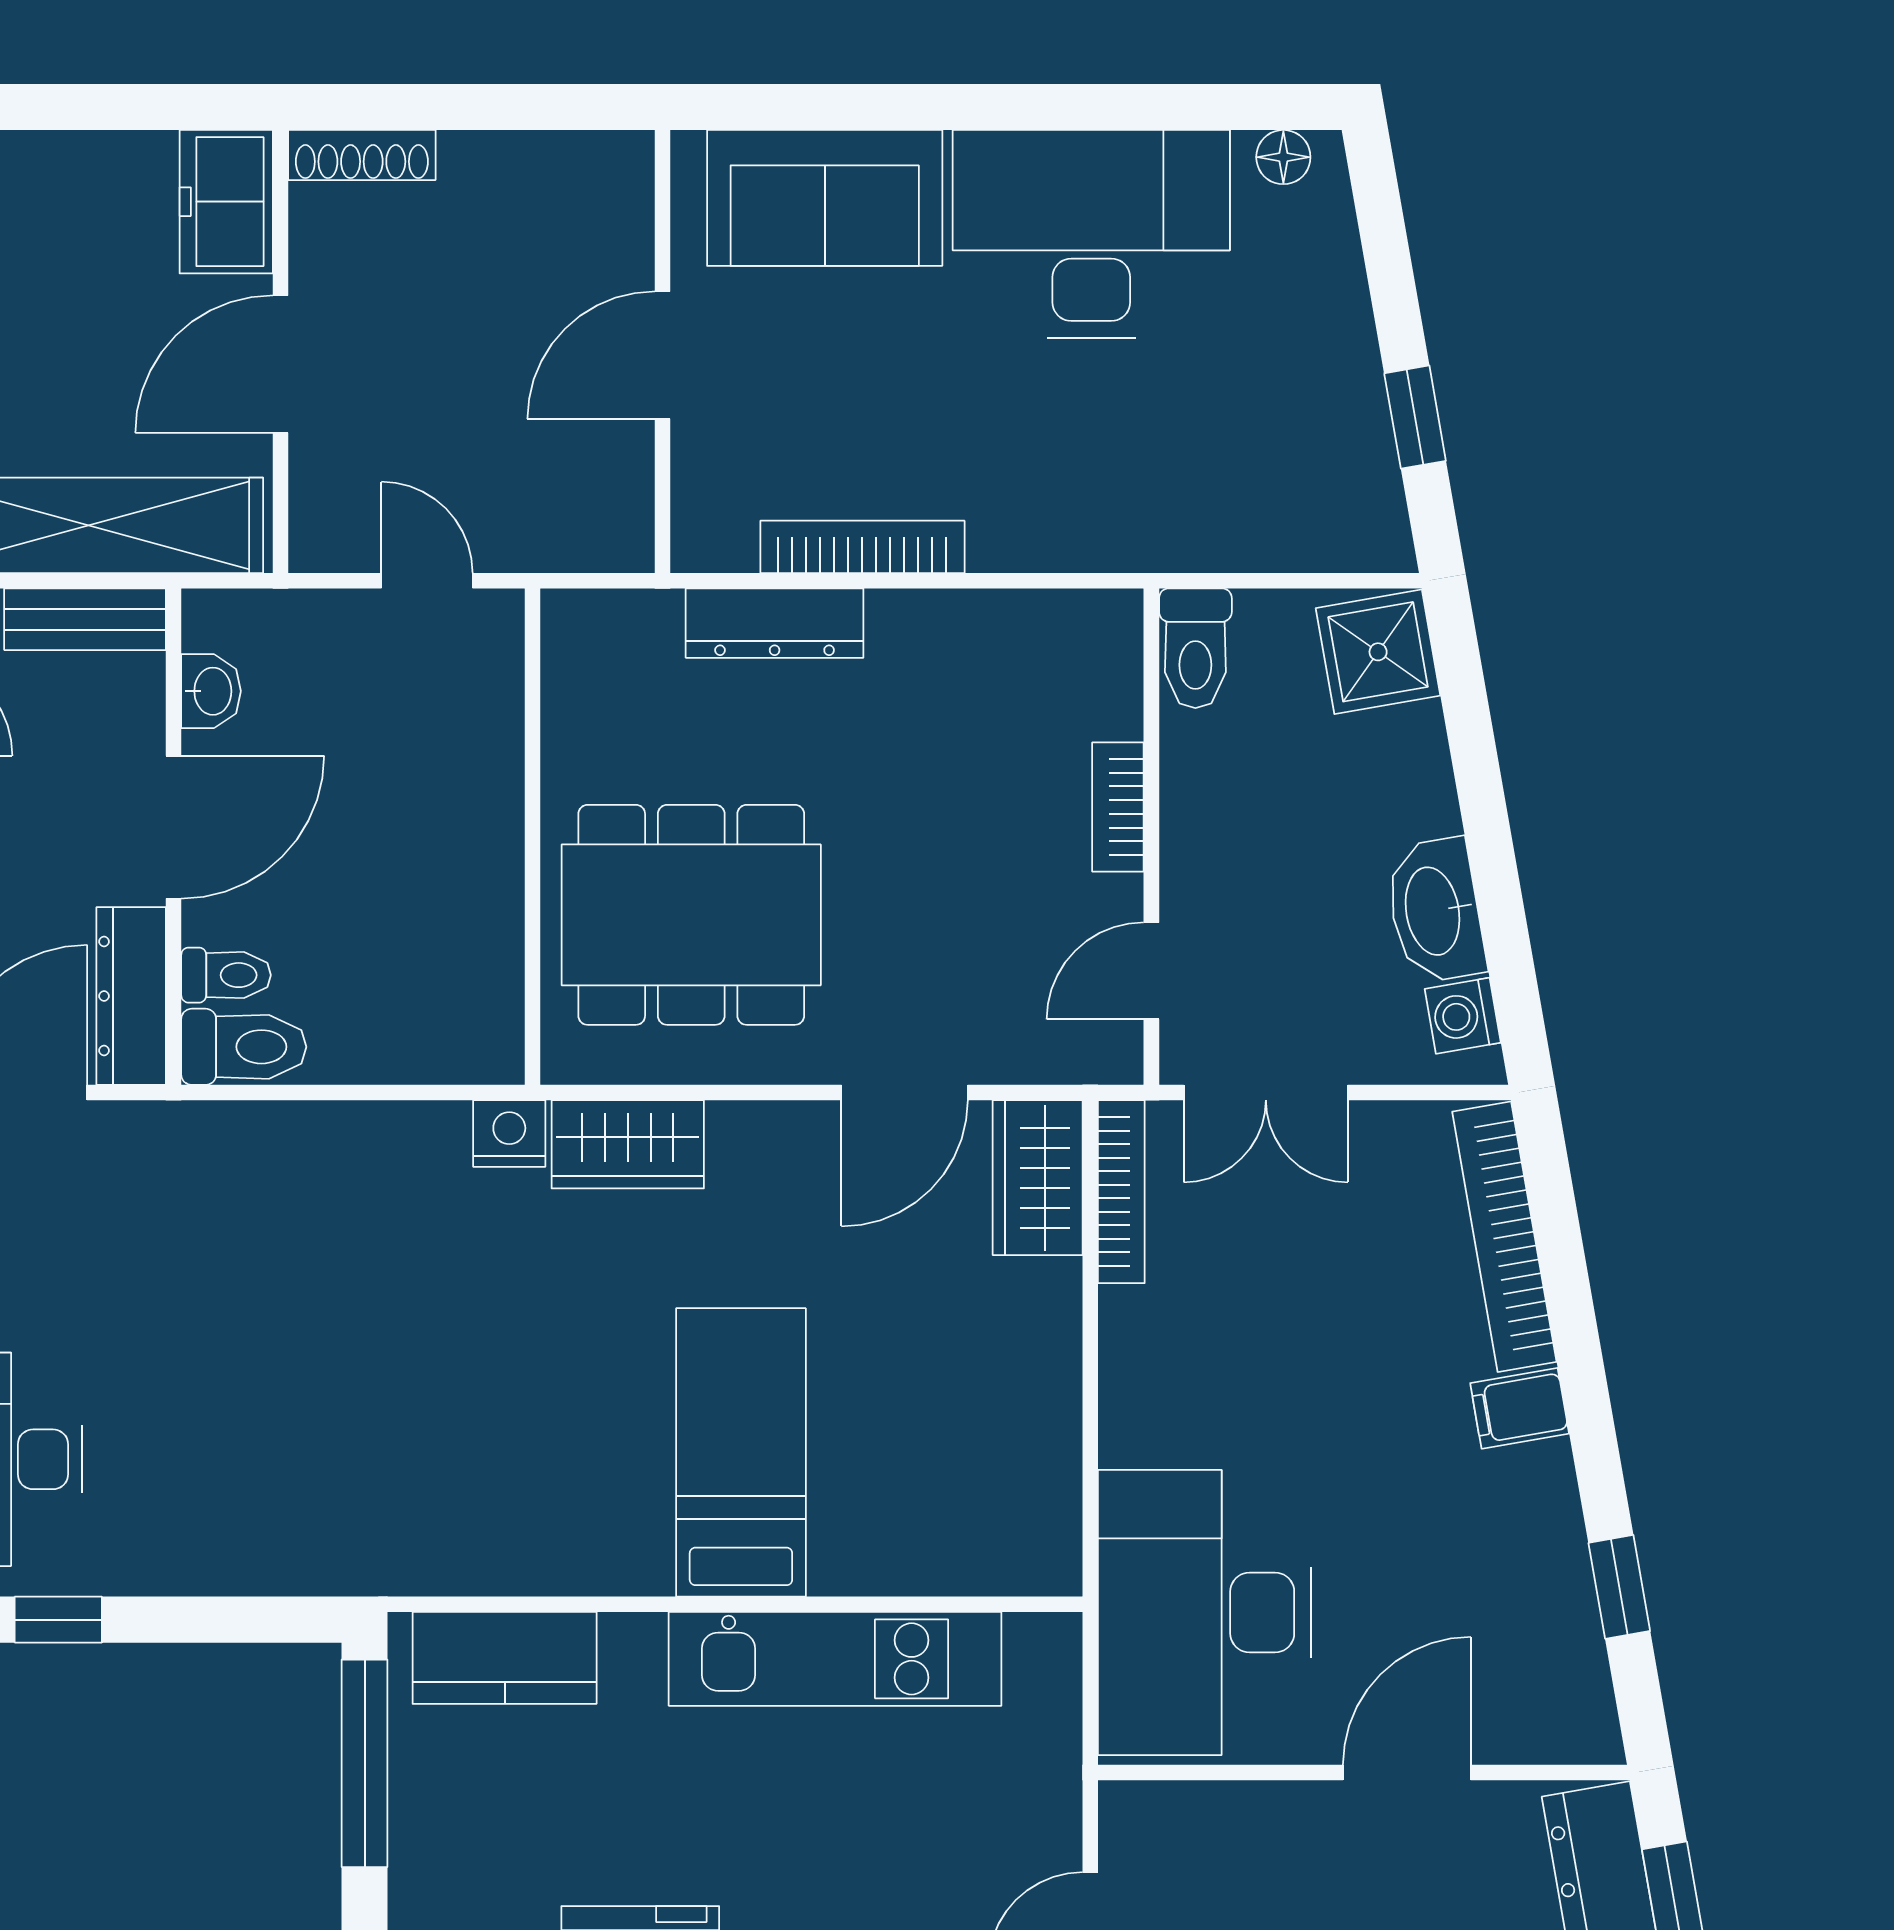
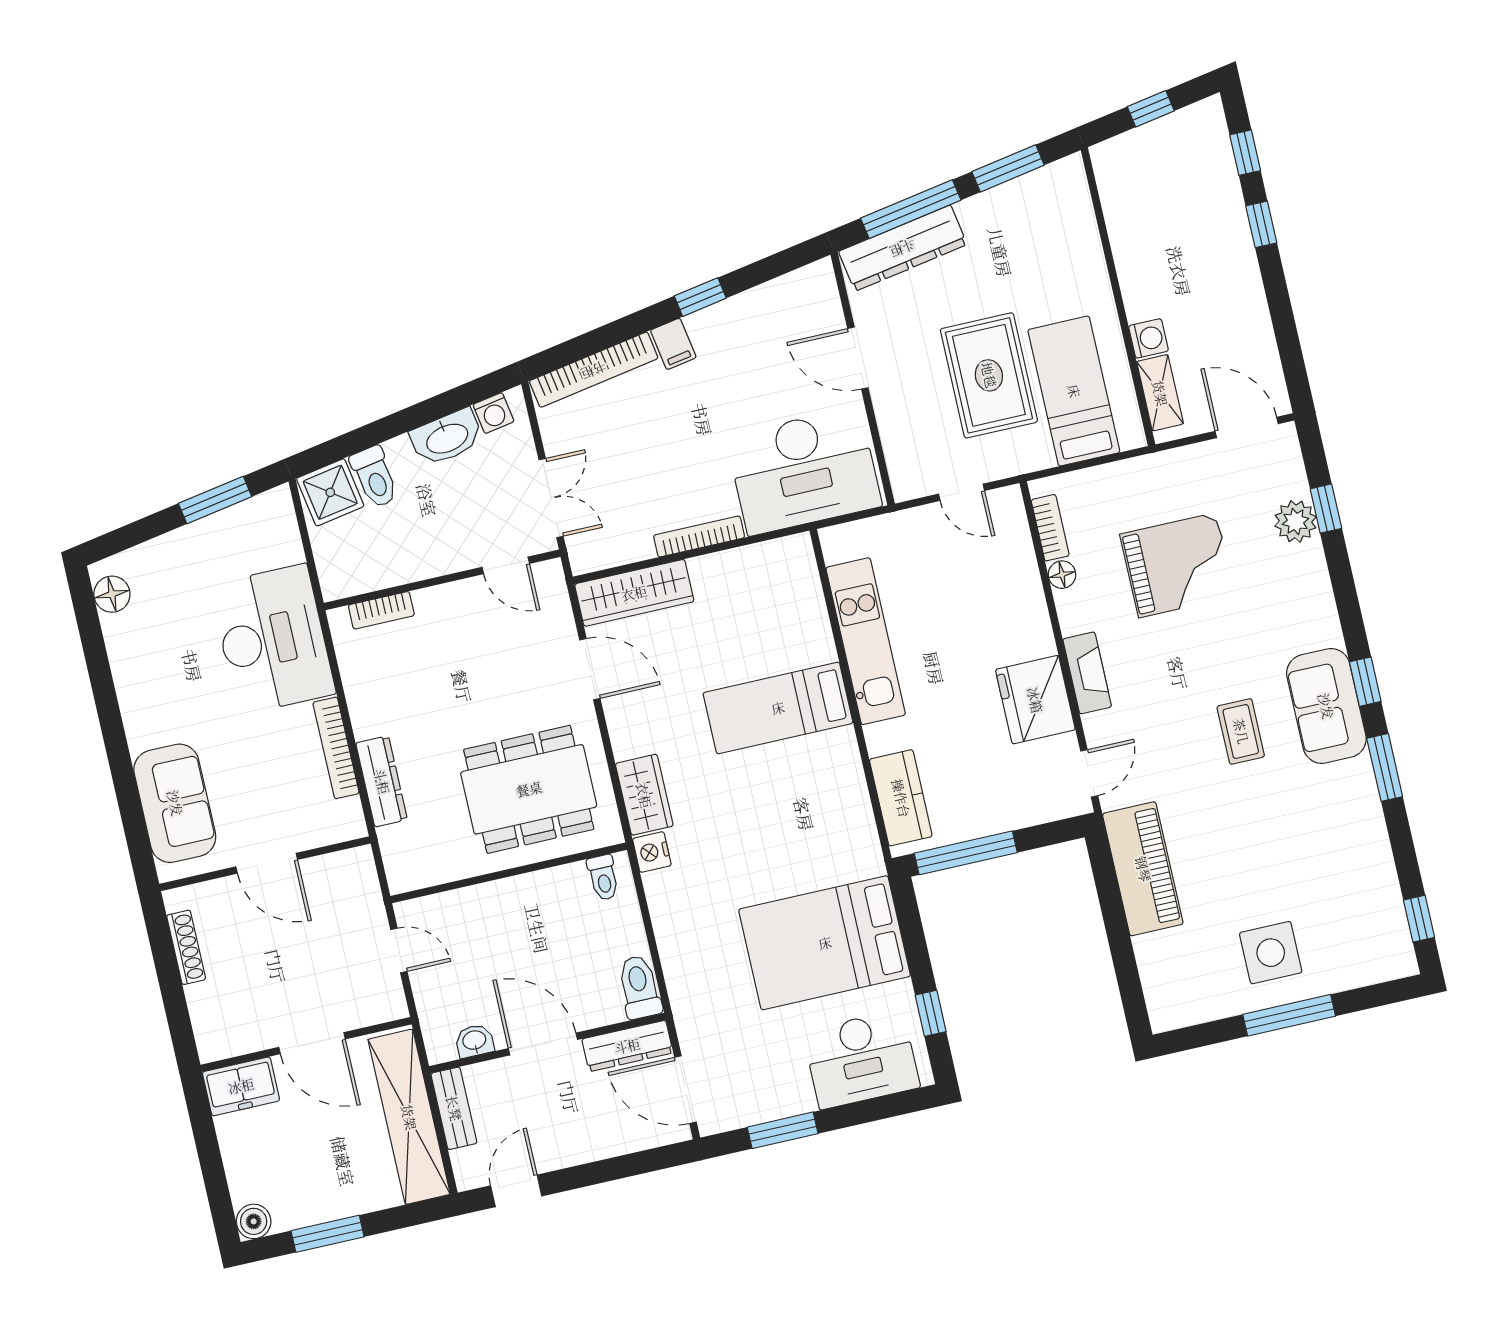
shoe rack: (362, 155) -> (186, 947), moved
floor lamp: (1283, 157) -> (112, 594), width x1.37, depth x1.37
desk: (1091, 234) -> (273, 639), moved, turned 180
window: (1415, 417) -> (215, 500), width x1.50
door: (427, 581) -> (399, 951), swing flipped
toilet: (1195, 648) -> (375, 477), moved, turned 80
bookcase: (1118, 807) -> (381, 610), moved
dining table: (691, 915) -> (529, 789), turned 90
toilet: (226, 975) -> (603, 878), moved, turned 180
wardrobe: (1038, 1178) -> (634, 593), width x1.50
bookcase: (1121, 1192) -> (699, 536), moved
bed: (248, 1439) -> (825, 943), added
window: (1619, 1587) -> (700, 297), moved

